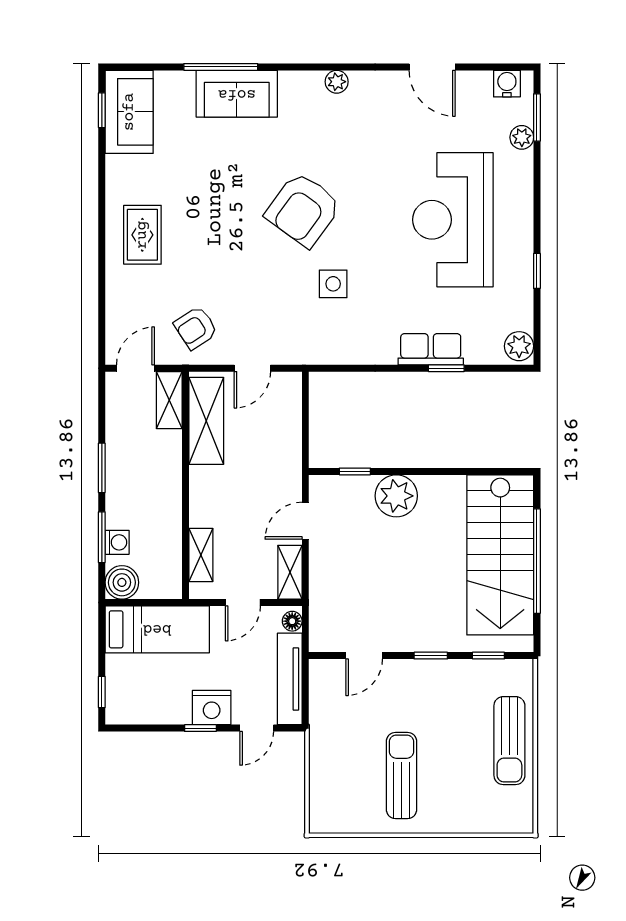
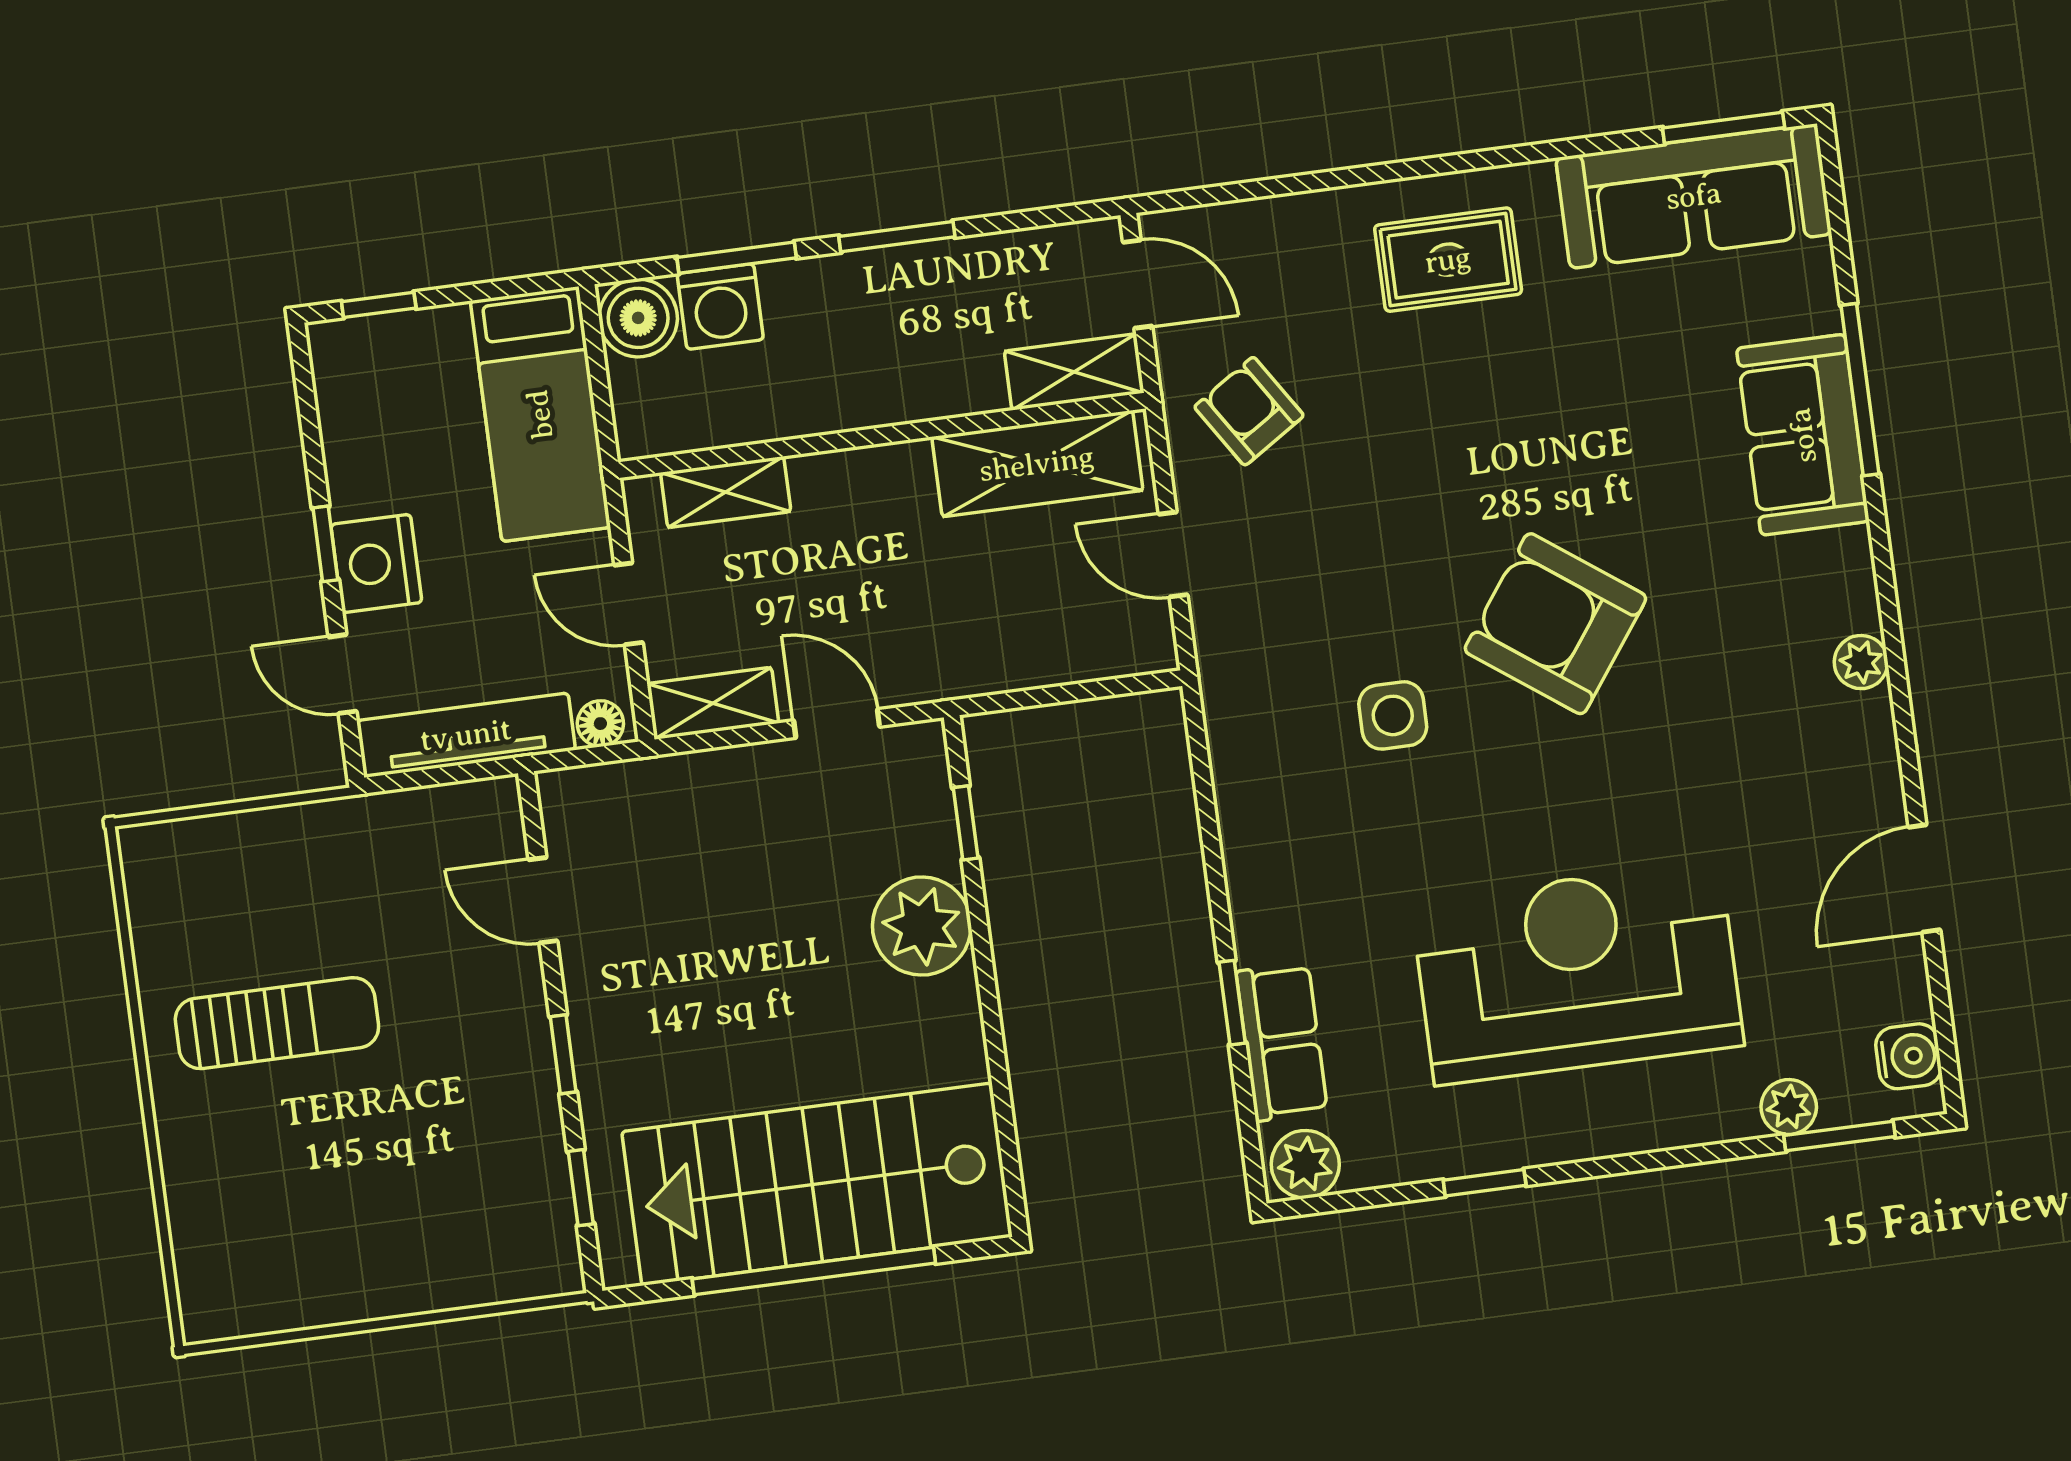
window: (102, 110) -> (1724, 128), width x1.50
sofa: (129, 112) -> (1694, 196), width x1.36
row of seats: (431, 349) -> (1282, 1042), moved
washing machine: (117, 542) -> (720, 307), width x1.38, depth x1.38
sun lounger: (509, 741) -> (391, 1262), removed

